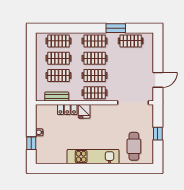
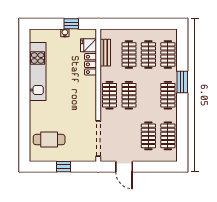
window: (116, 28) -> (182, 82), moved
clothes rail: (95, 58) -> (148, 136), moved
fridge: (84, 111) -> (89, 45), moved
window: (31, 143) -> (71, 24), moved
kitchen unit: (93, 157) -> (38, 71), moved

